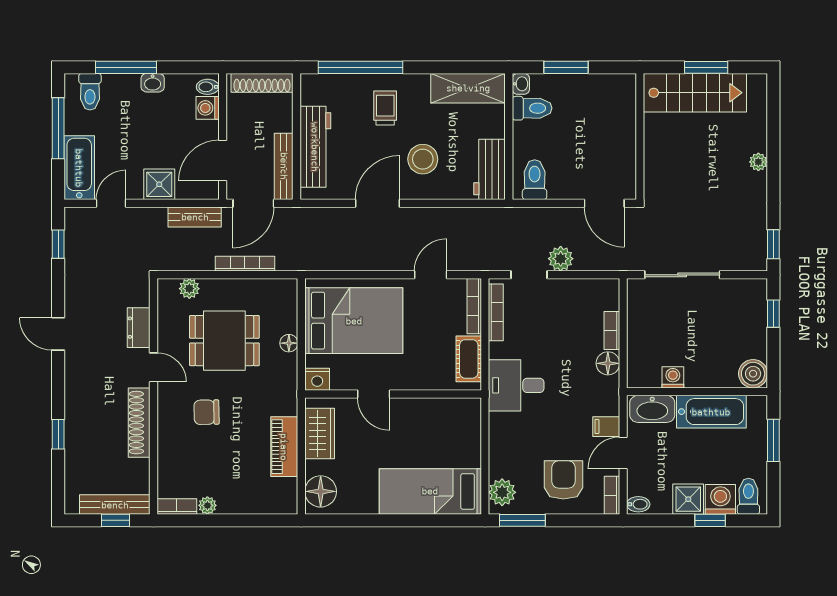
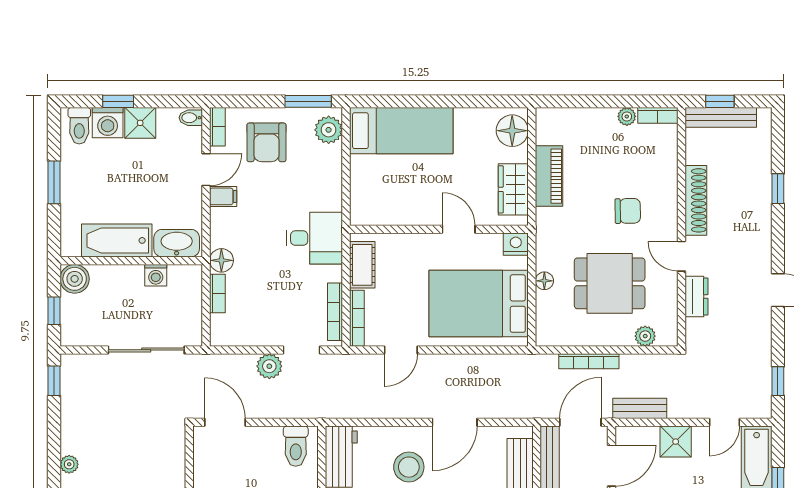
boiler: (753, 374) -> (75, 279), moved
washing machine: (673, 377) -> (156, 275), moved
wall: (697, 392) -> (131, 261), moved
washbasin: (652, 409) -> (177, 243), moved
bathtub: (711, 412) -> (117, 240), moved

